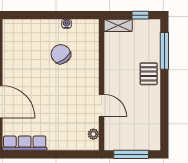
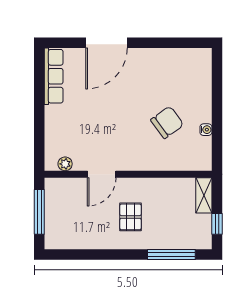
pallet: (149, 74) -> (130, 217), moved, turned 90

